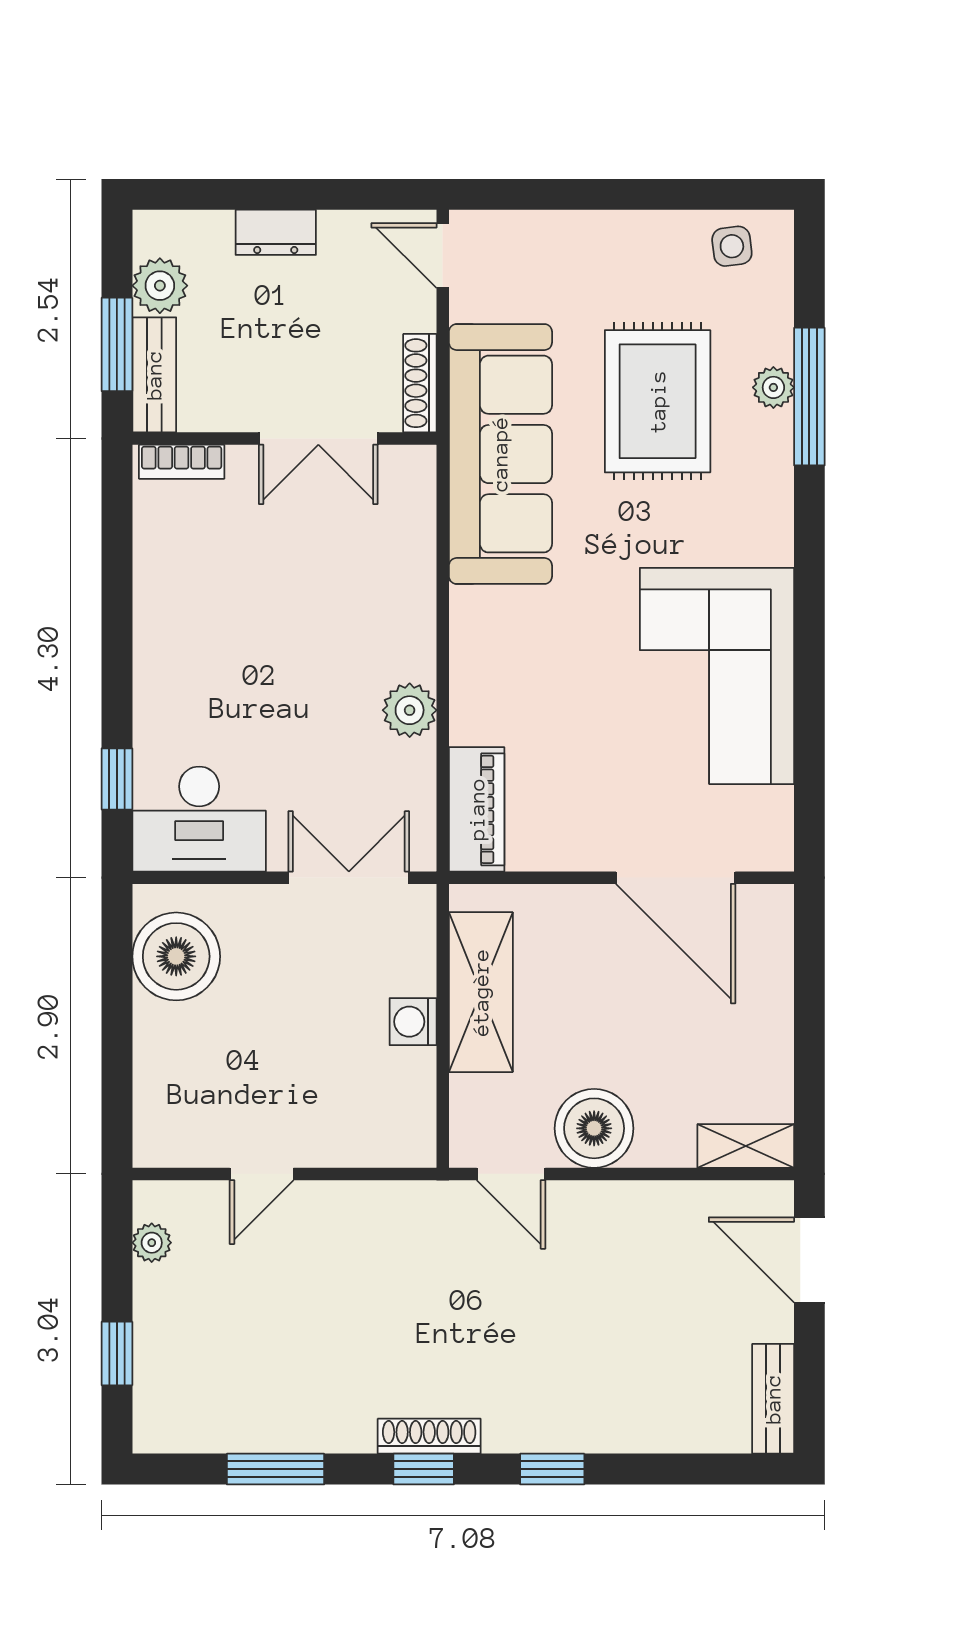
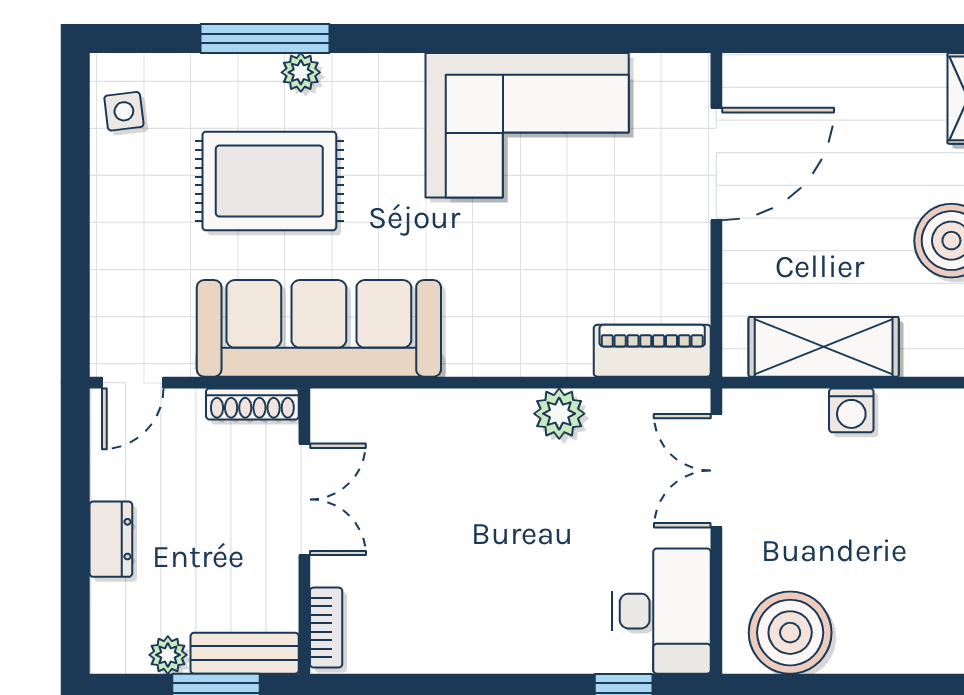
plant: (160, 286) -> (168, 655), width x0.73, depth x0.73
plant: (773, 387) -> (301, 72), moved

